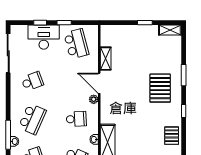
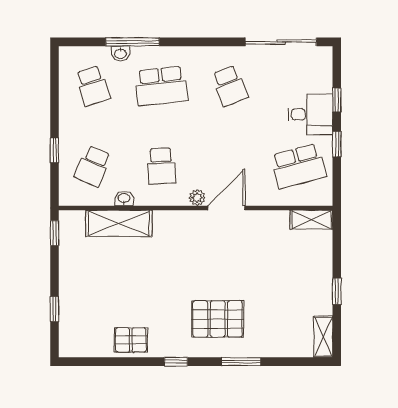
desk: (44, 37) -> (310, 114), width x0.73
shelving: (106, 59) -> (311, 220), moved
school desk: (32, 119) -> (161, 86), turned -30

